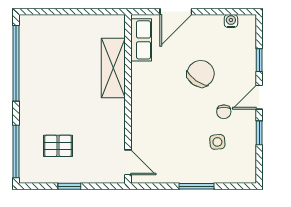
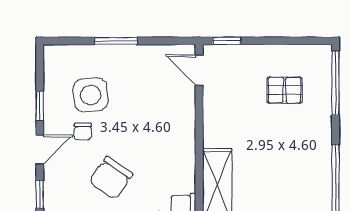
chair: (224, 112) -> (83, 132), turned 180
side table: (217, 142) -> (91, 95), width x1.87, depth x1.87
window: (69, 186) -> (227, 41), moved

